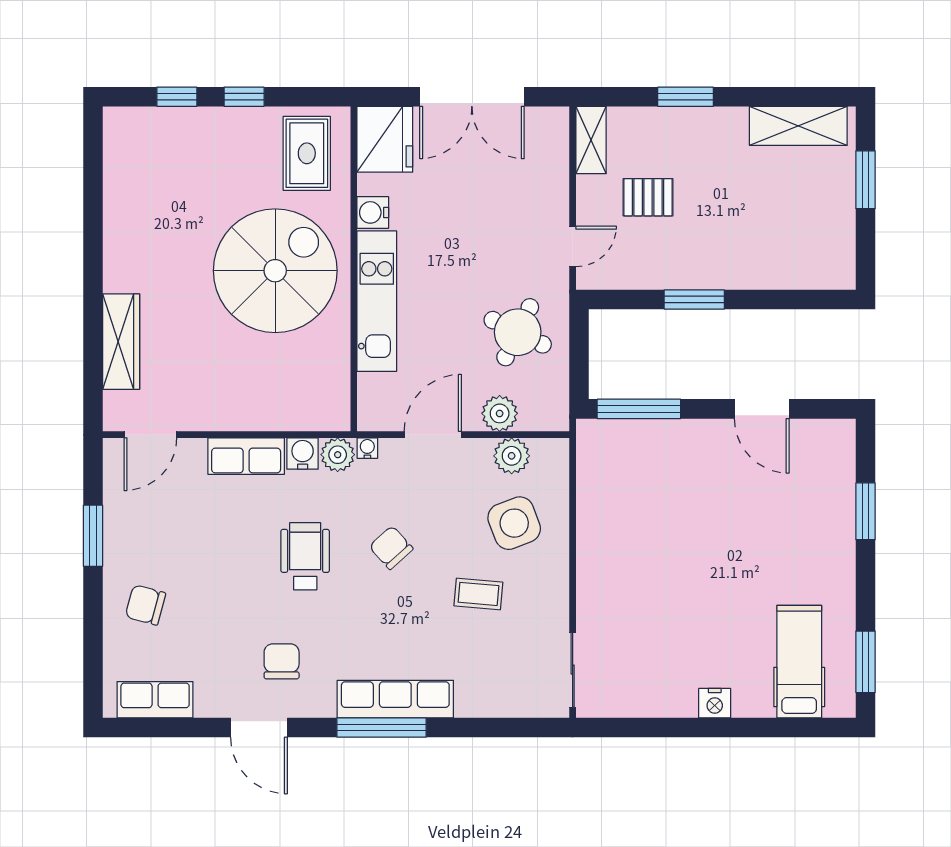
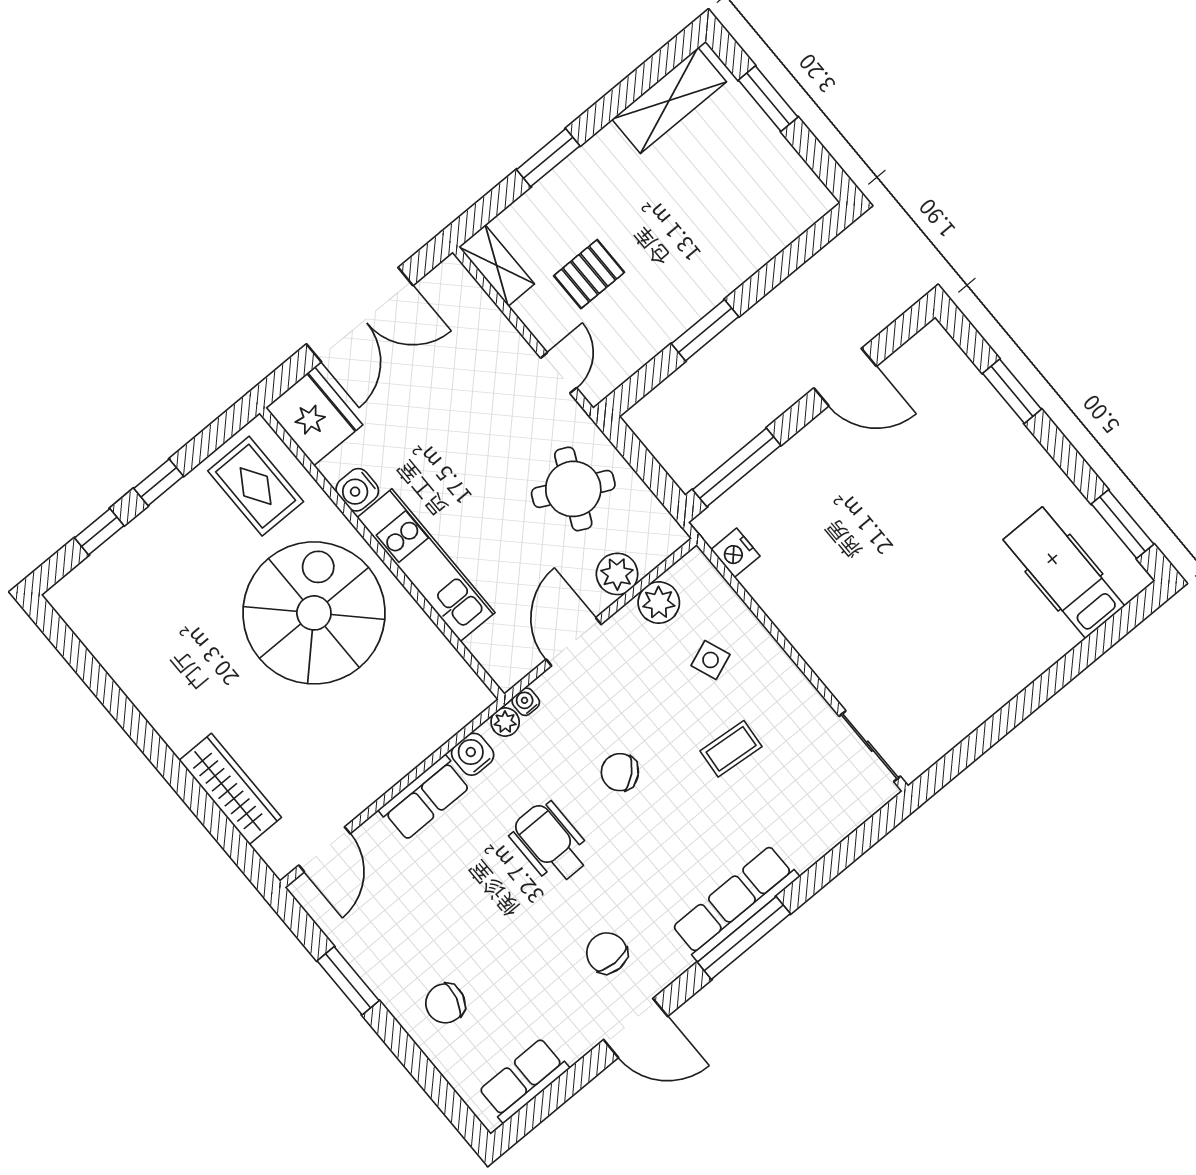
plant: (338, 455) -> (505, 722), width x0.73, depth x0.73
side table: (514, 523) -> (711, 660), width x0.54, depth x0.54
nightstand: (715, 703) -> (735, 553), moved, turned 90

